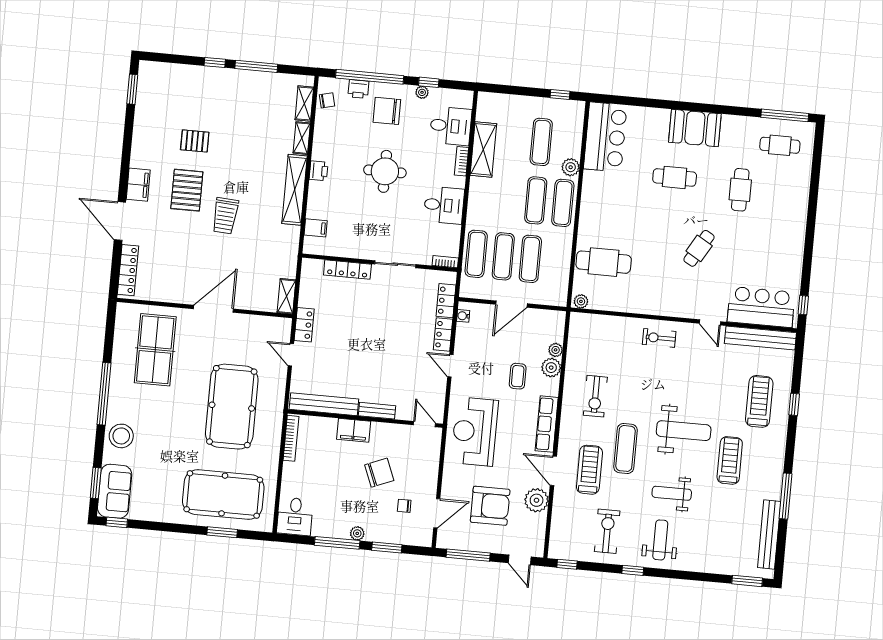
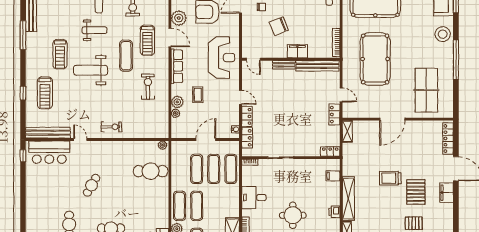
trolley: (225, 216) -> (390, 178), turned -94
locker: (347, 270) -> (330, 152), moved, width x0.66

